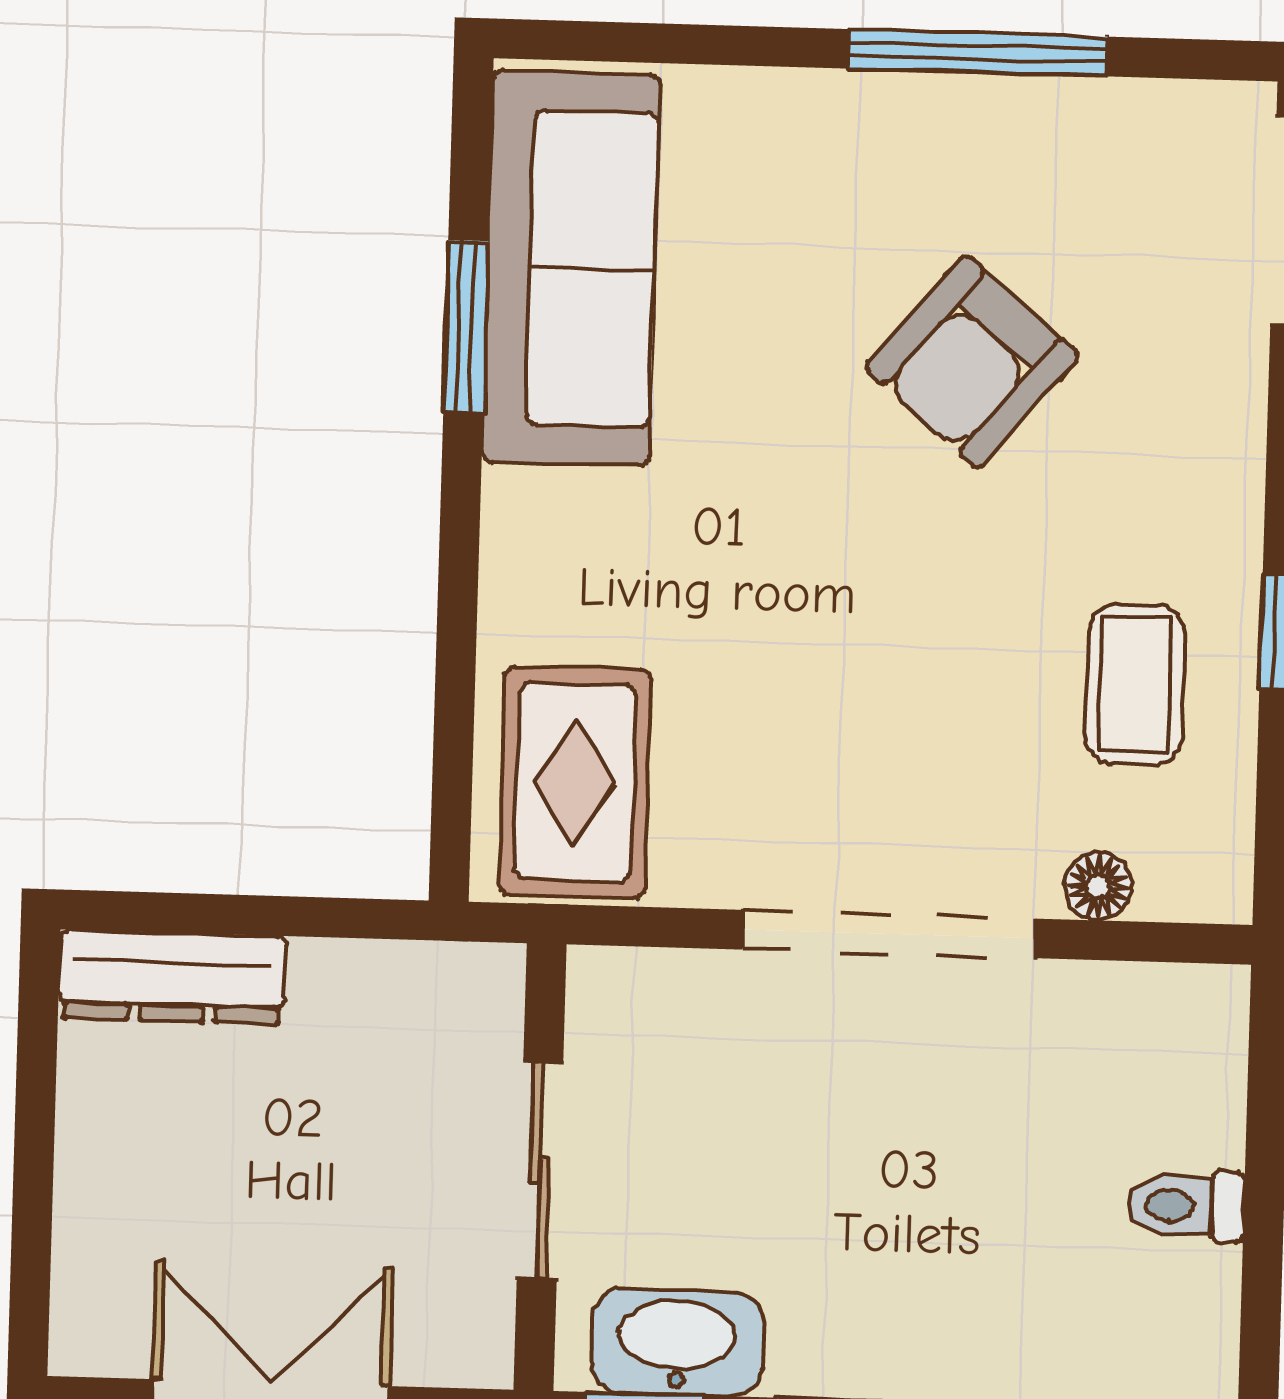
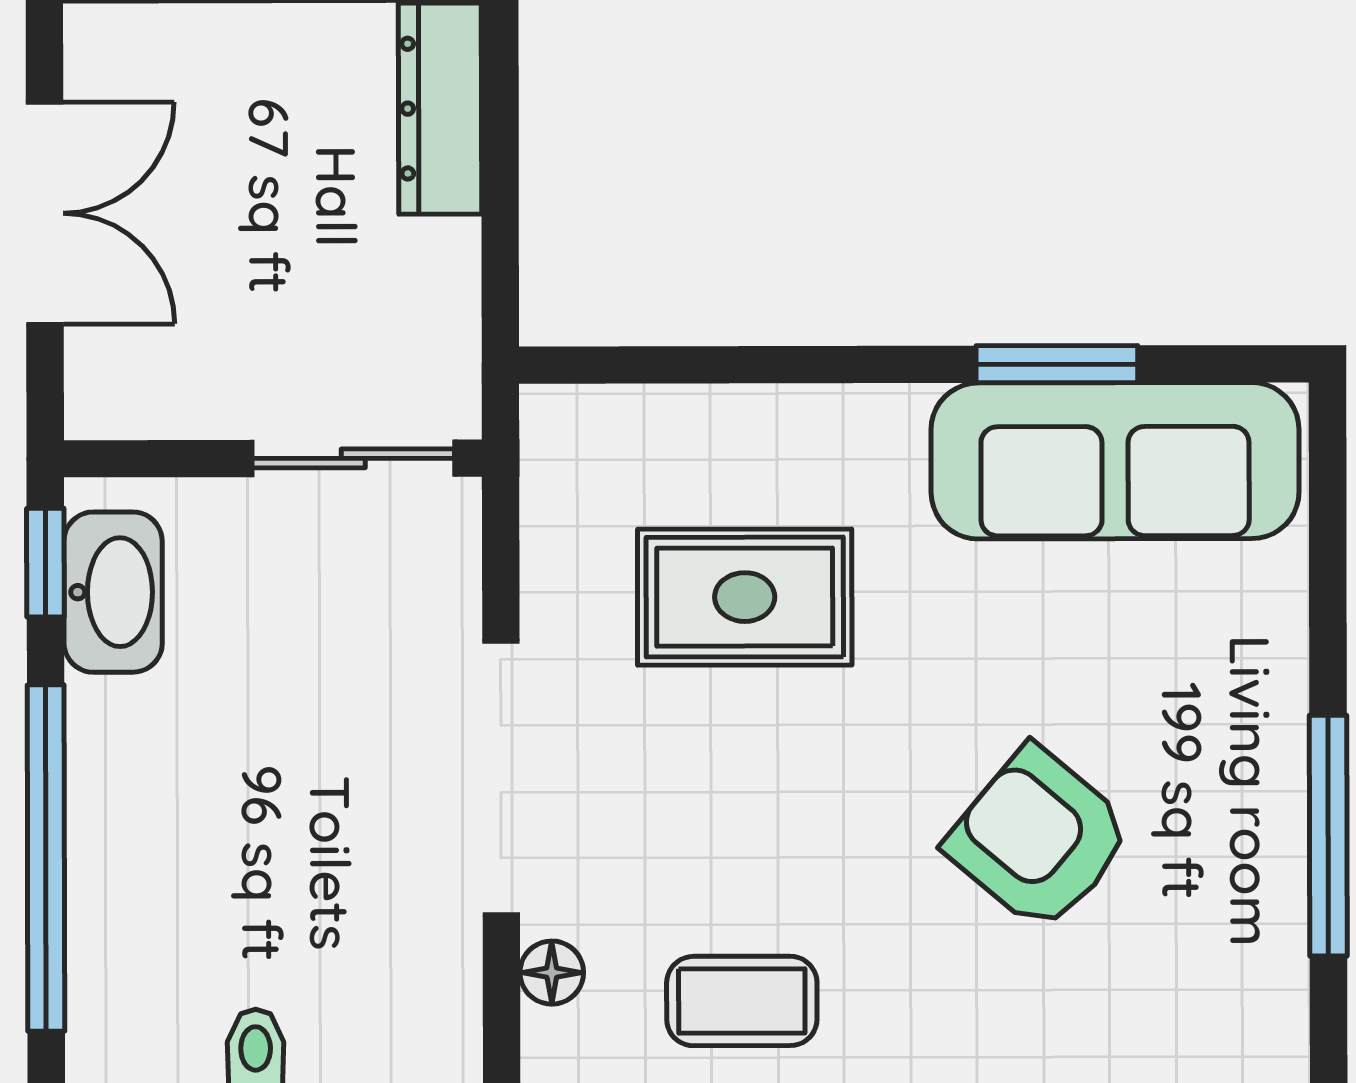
rug: (575, 782) -> (745, 597), moved
sliding door: (540, 1170) -> (353, 458), moved

